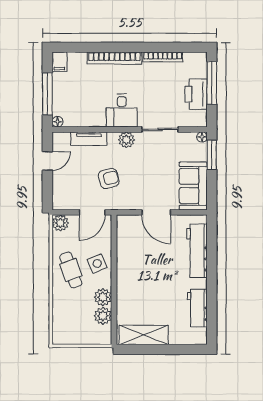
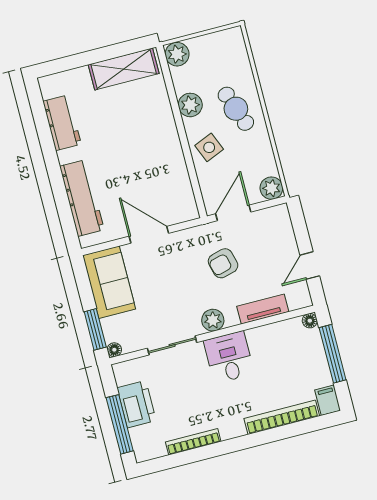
bookcase: (115, 58) -> (282, 417), moved
cafe table: (71, 270) -> (236, 109), moved
plant: (103, 316) -> (177, 54), moved

